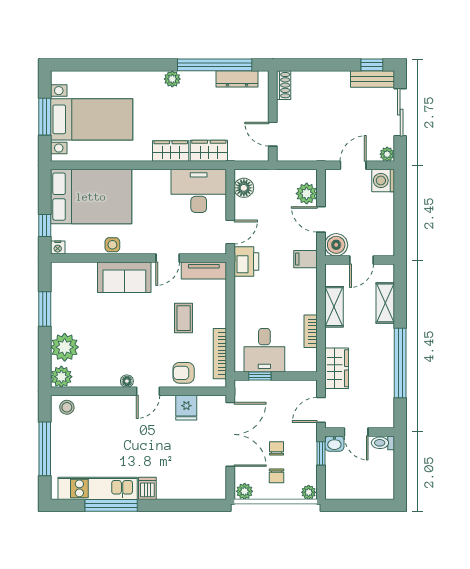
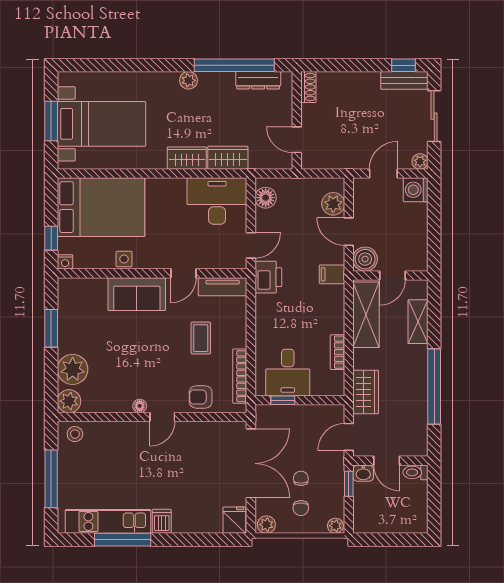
shelving: (334, 307) -> (366, 315), width x1.50, depth x1.33
fridge: (186, 408) -> (234, 520), moved, turned 180

